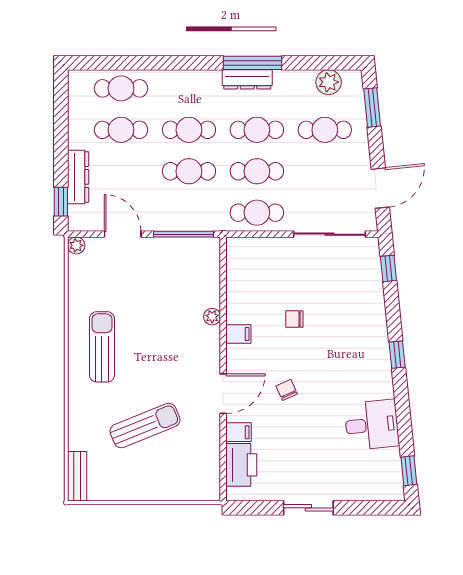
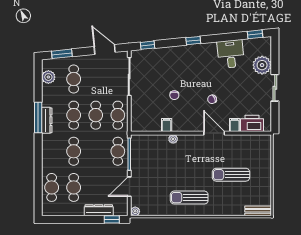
cafe table: (189, 171) -> (118, 151), moved
filing cabinet: (238, 334) -> (167, 125), moved
sun lounger: (145, 426) -> (231, 175), turned -68
plant: (351, 484) -> (262, 65), added

